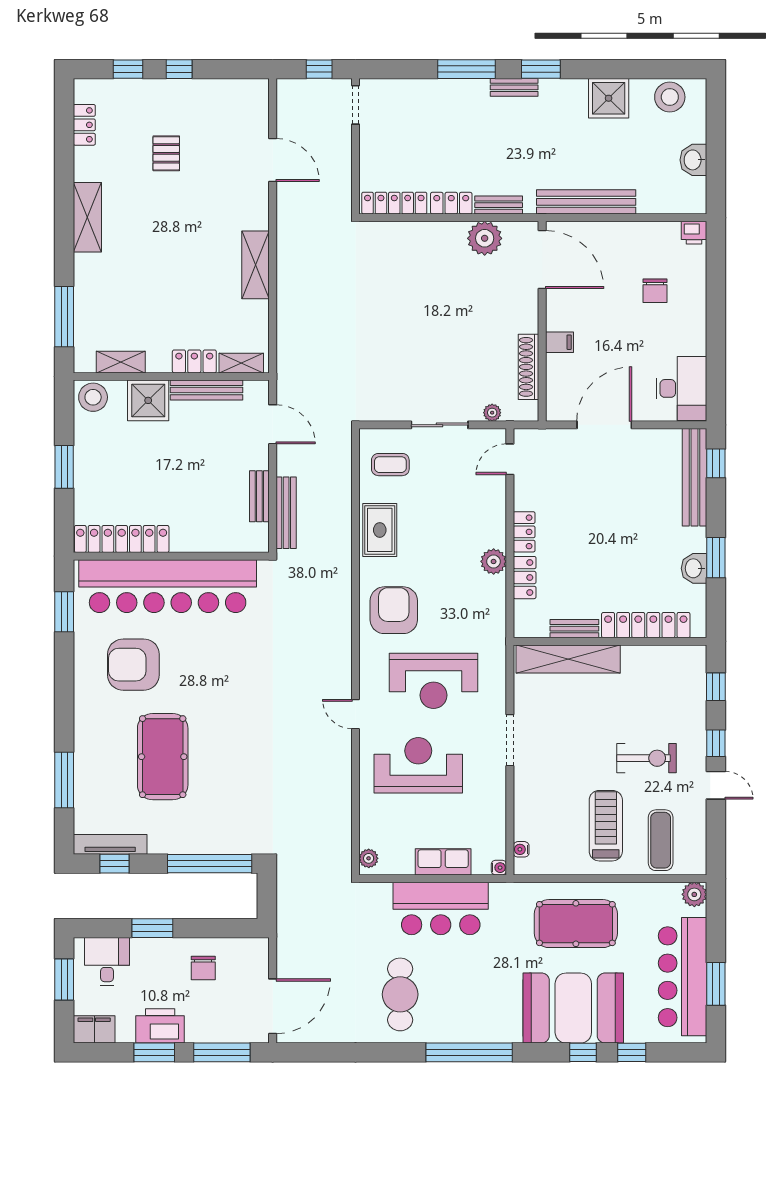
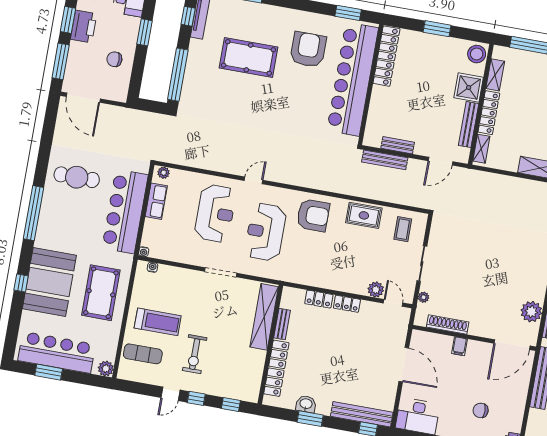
locker: (194, 361) -> (489, 113), width x1.53
plant: (494, 561) -> (376, 290), moved
row of seats: (443, 862) -> (156, 201), moved
bar counter: (441, 908) -> (125, 211), width x1.36
window: (632, 1052) -> (16, 313), removed

